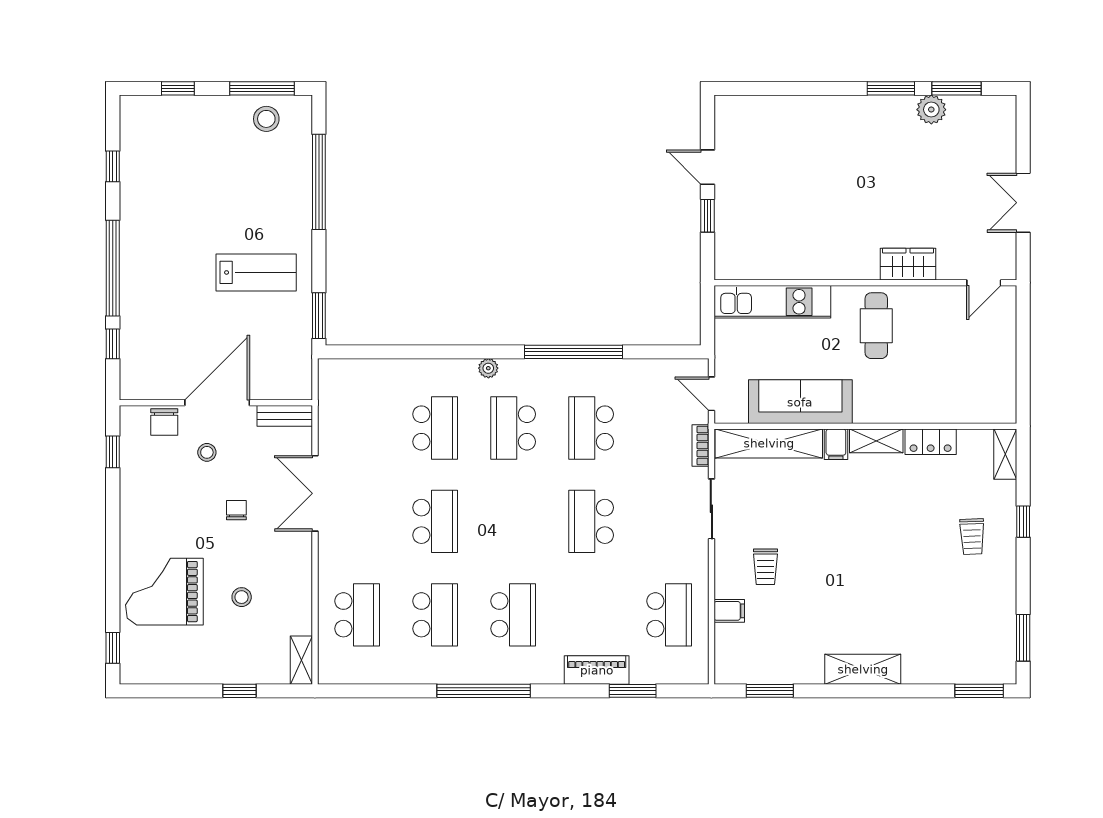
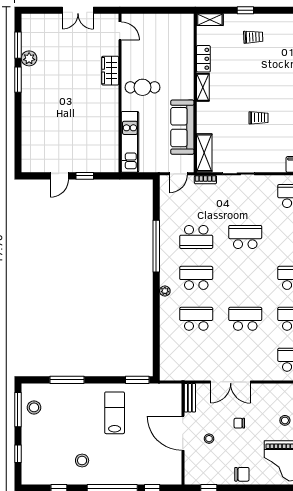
window: (319, 182) -> (67, 380), width x0.68
stool: (165, 210) -> (82, 461), added
chair: (164, 422) -> (242, 474), moved
school desk: (513, 428) -> (196, 278), turned 180
shelving: (769, 443) -> (204, 153), width x0.68
filing cabinet: (836, 444) -> (205, 108), removed
school desk: (591, 521) -> (245, 237), turned 180
trolley: (765, 567) -> (258, 118), moved

